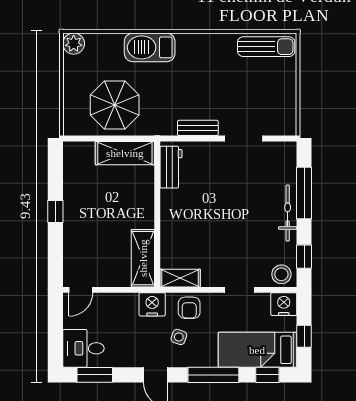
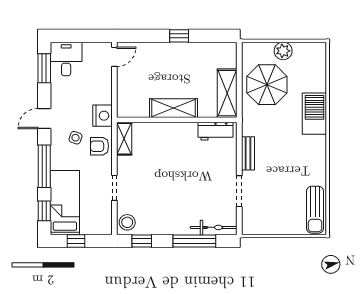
plant: (74, 44) -> (283, 51), moved
bicycle: (288, 213) -> (214, 227), moved
shelving: (143, 258) -> (174, 108), moved
door: (81, 290) -> (114, 57), swing flipped
nightstand: (284, 304) -> (103, 224), removed

